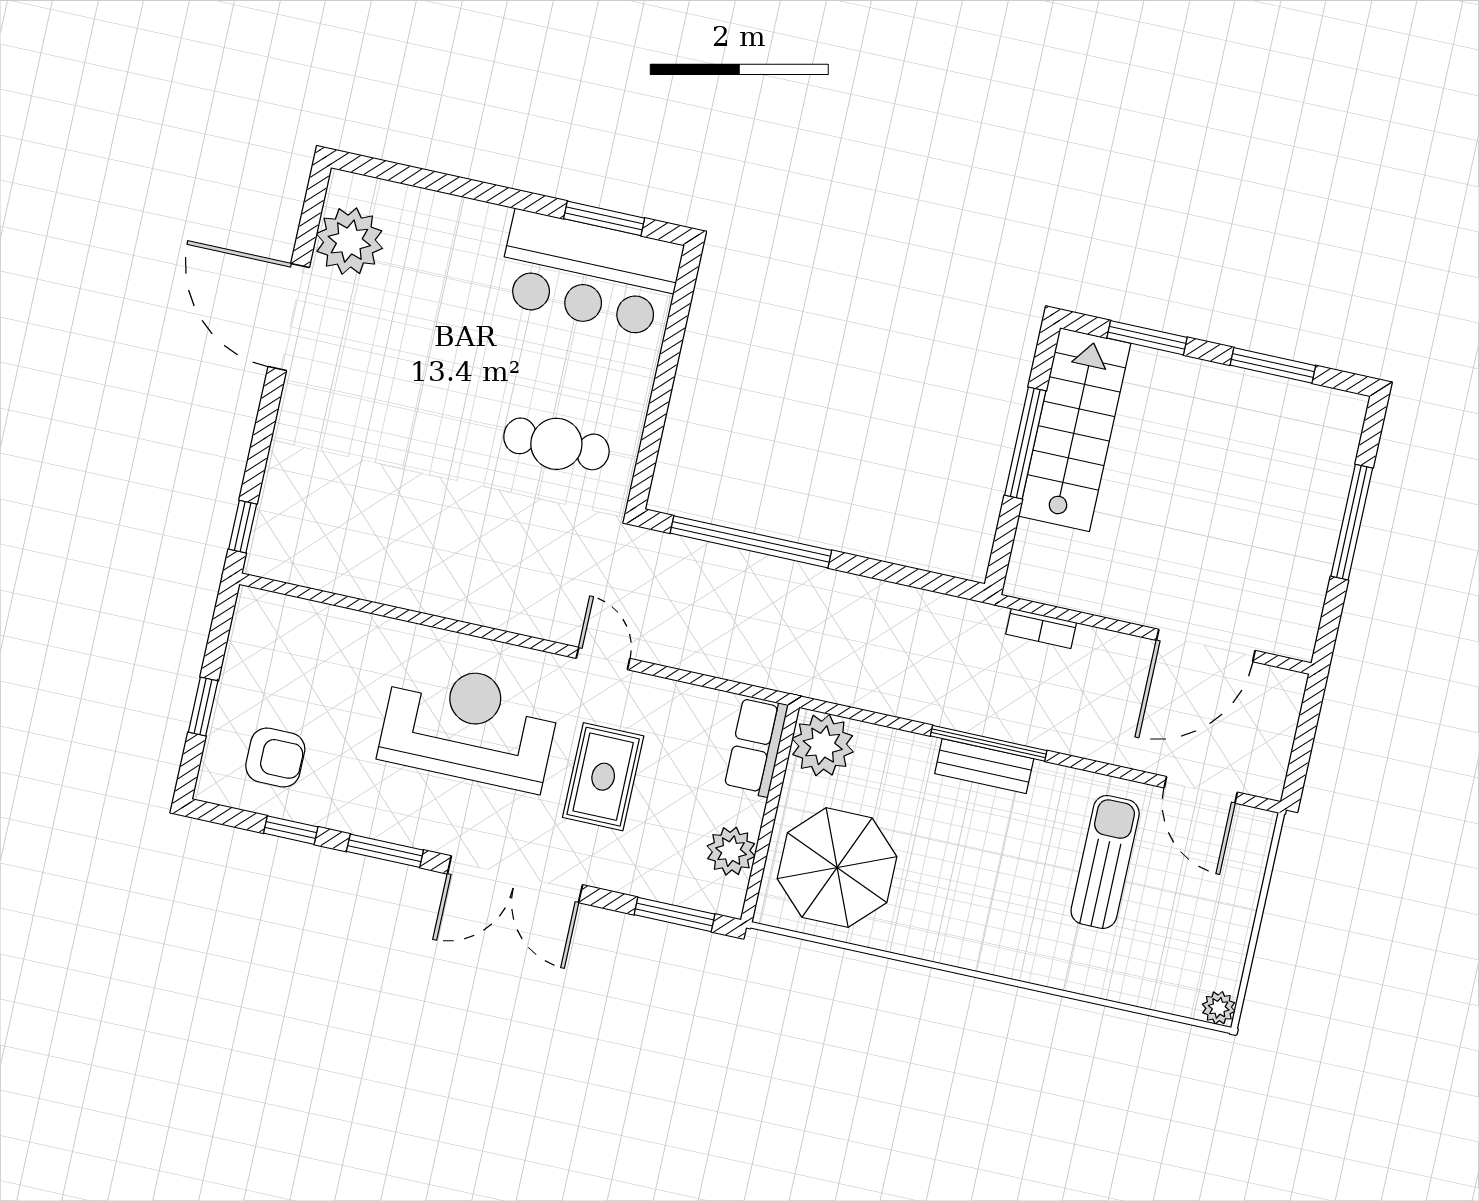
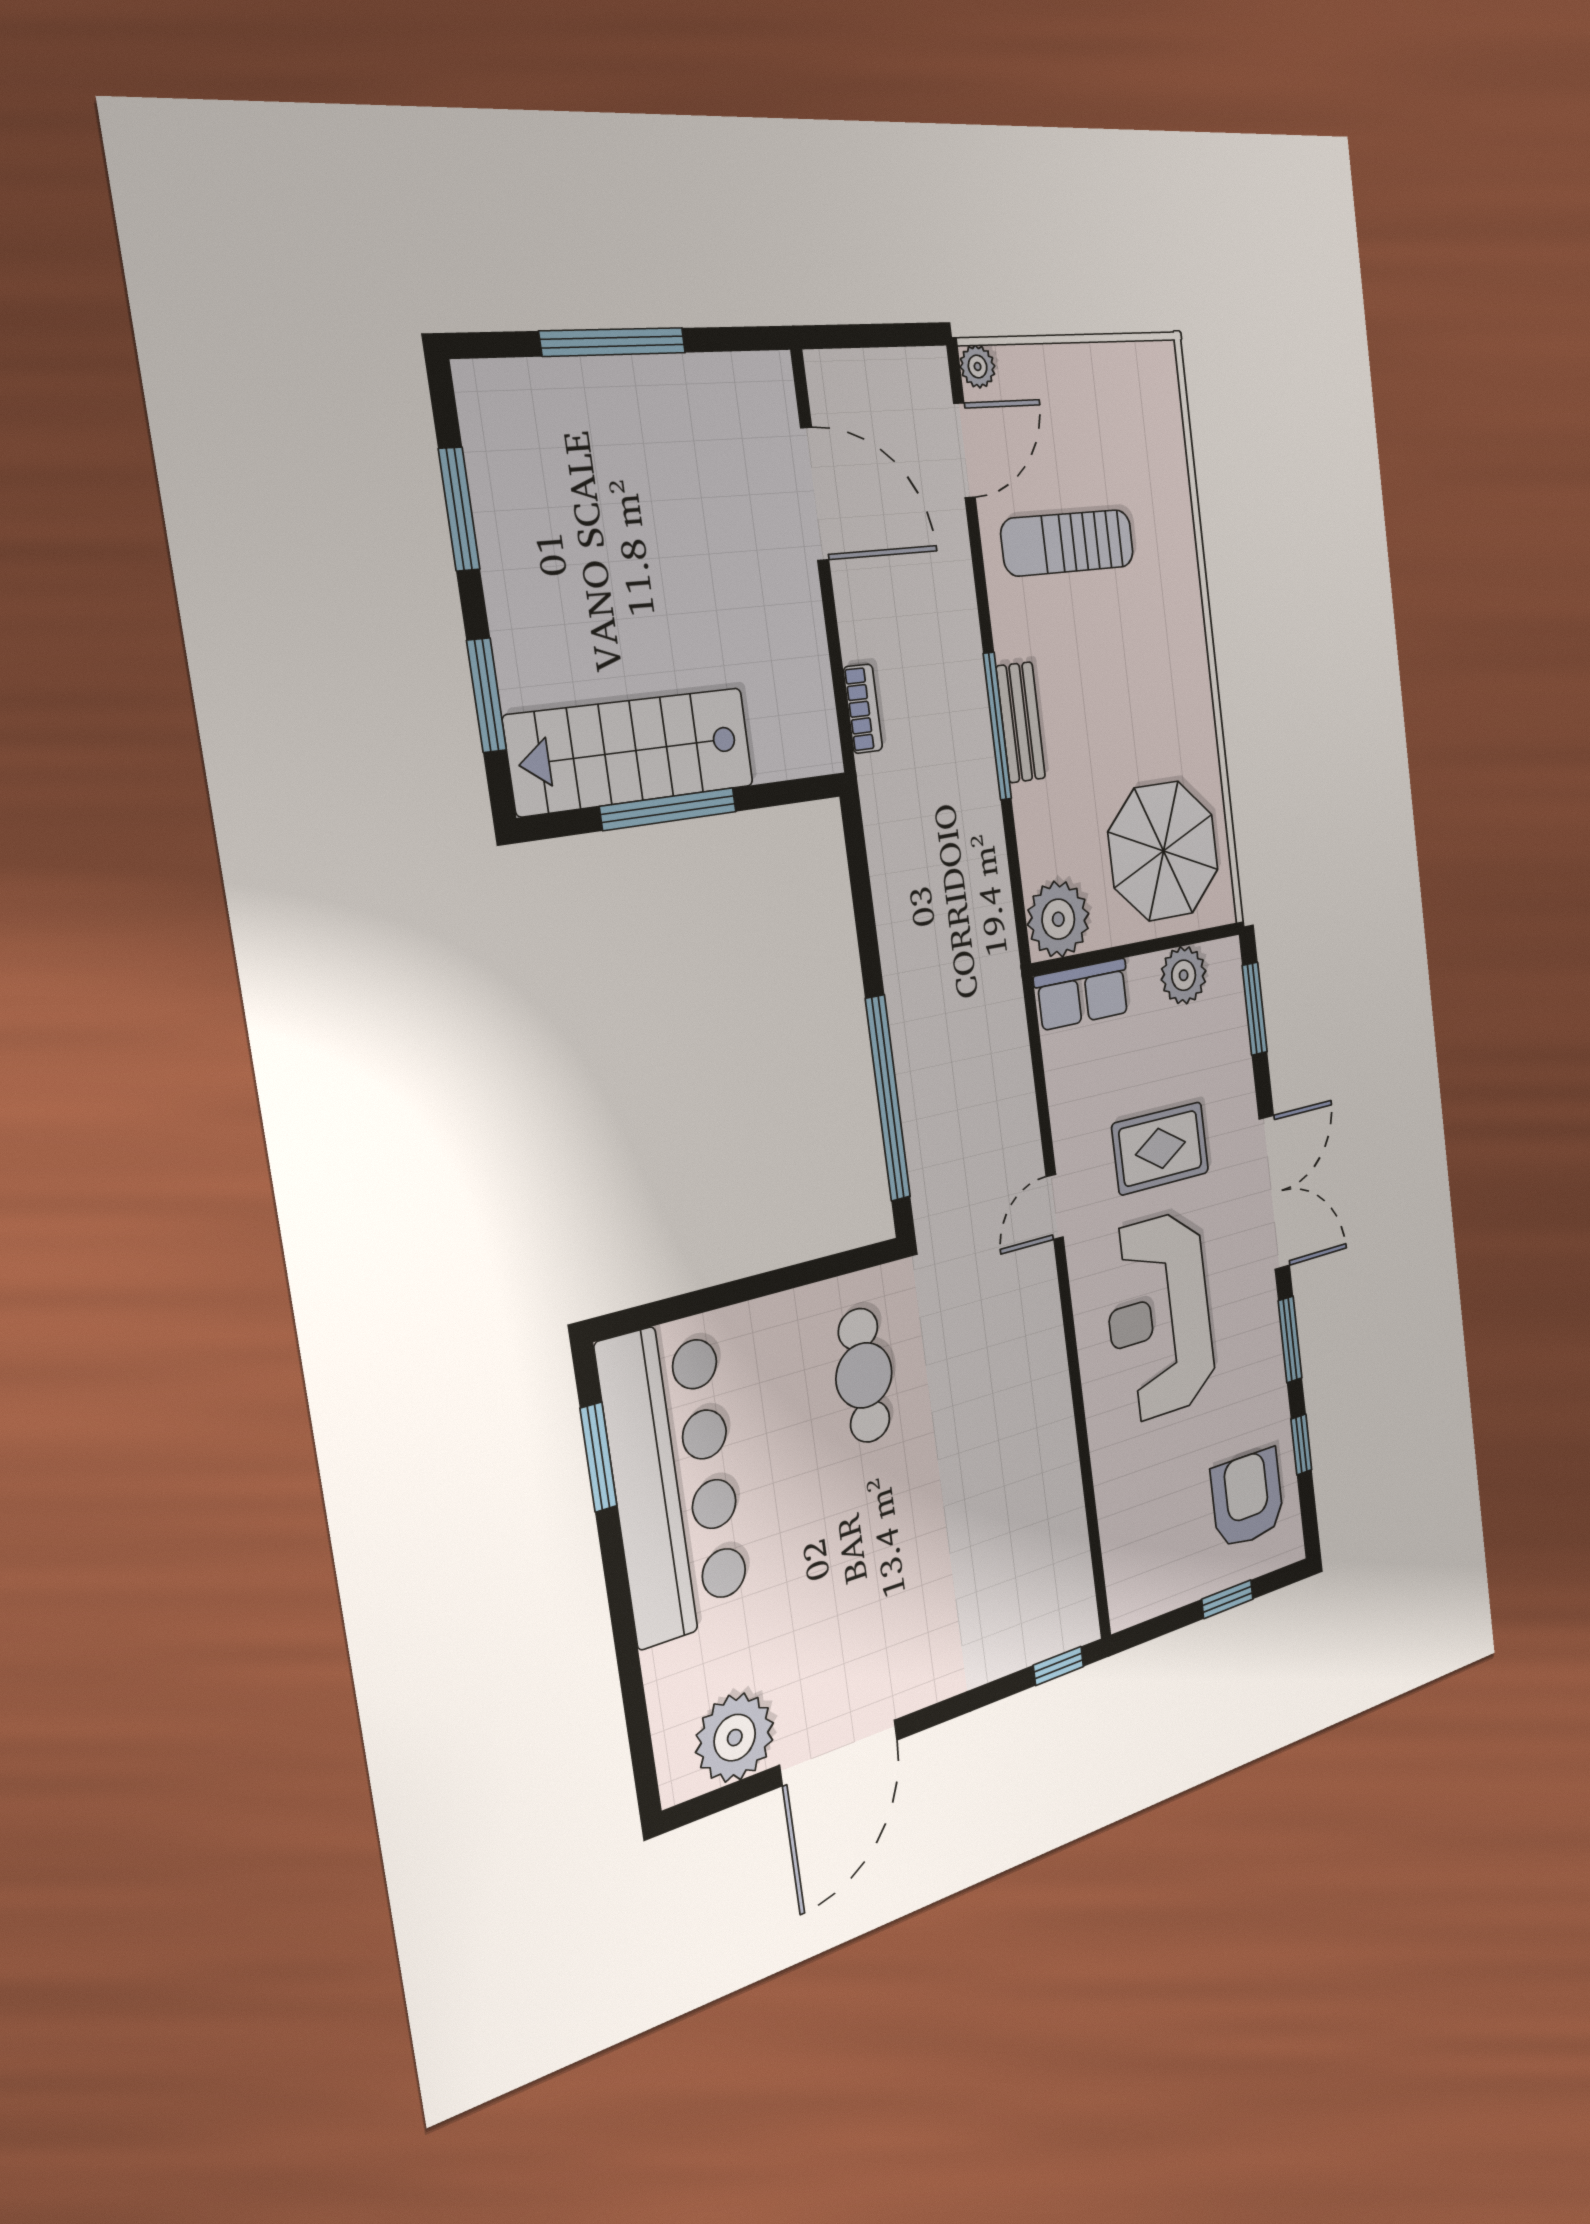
bar counter: (590, 274) -> (674, 1480), width x1.36
armchair: (275, 757) -> (1247, 1499), width x1.38, depth x1.38
plant: (1219, 1008) -> (978, 367), moved

